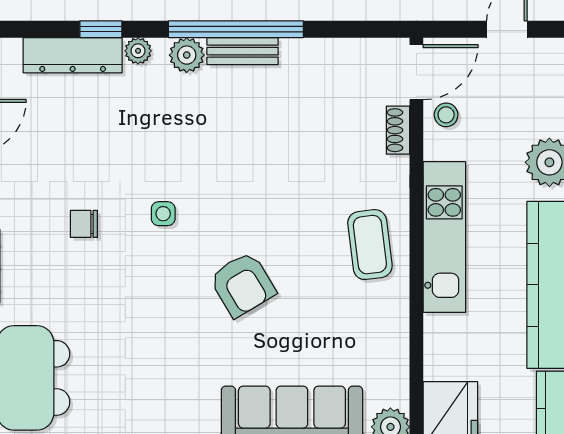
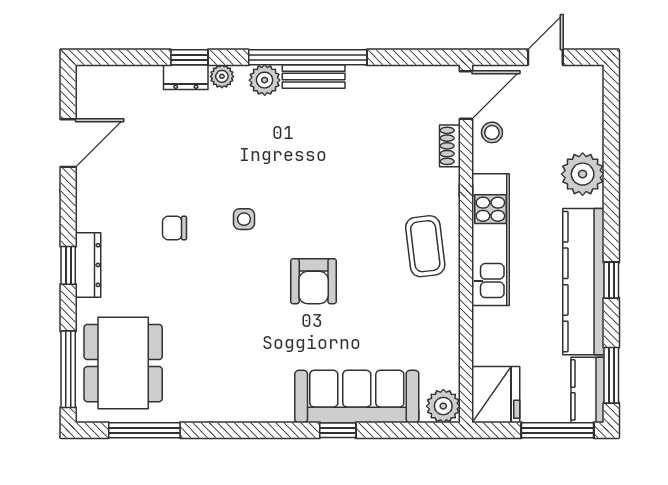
dresser: (73, 55) -> (186, 77), width x0.51, depth x0.80
armchair: (243, 285) -> (314, 281), turned 31

